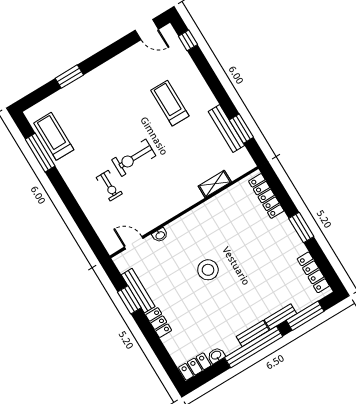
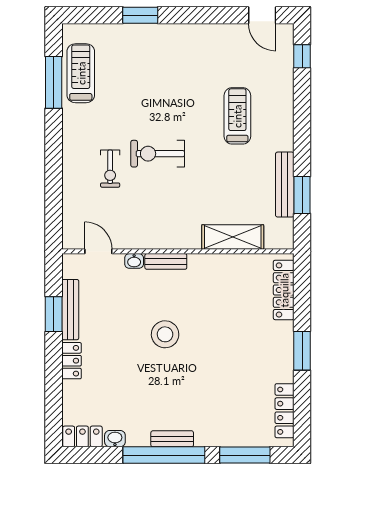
shelving: (215, 184) -> (233, 237), width x1.50, depth x1.33
bench: (280, 317) -> (166, 261), moved

